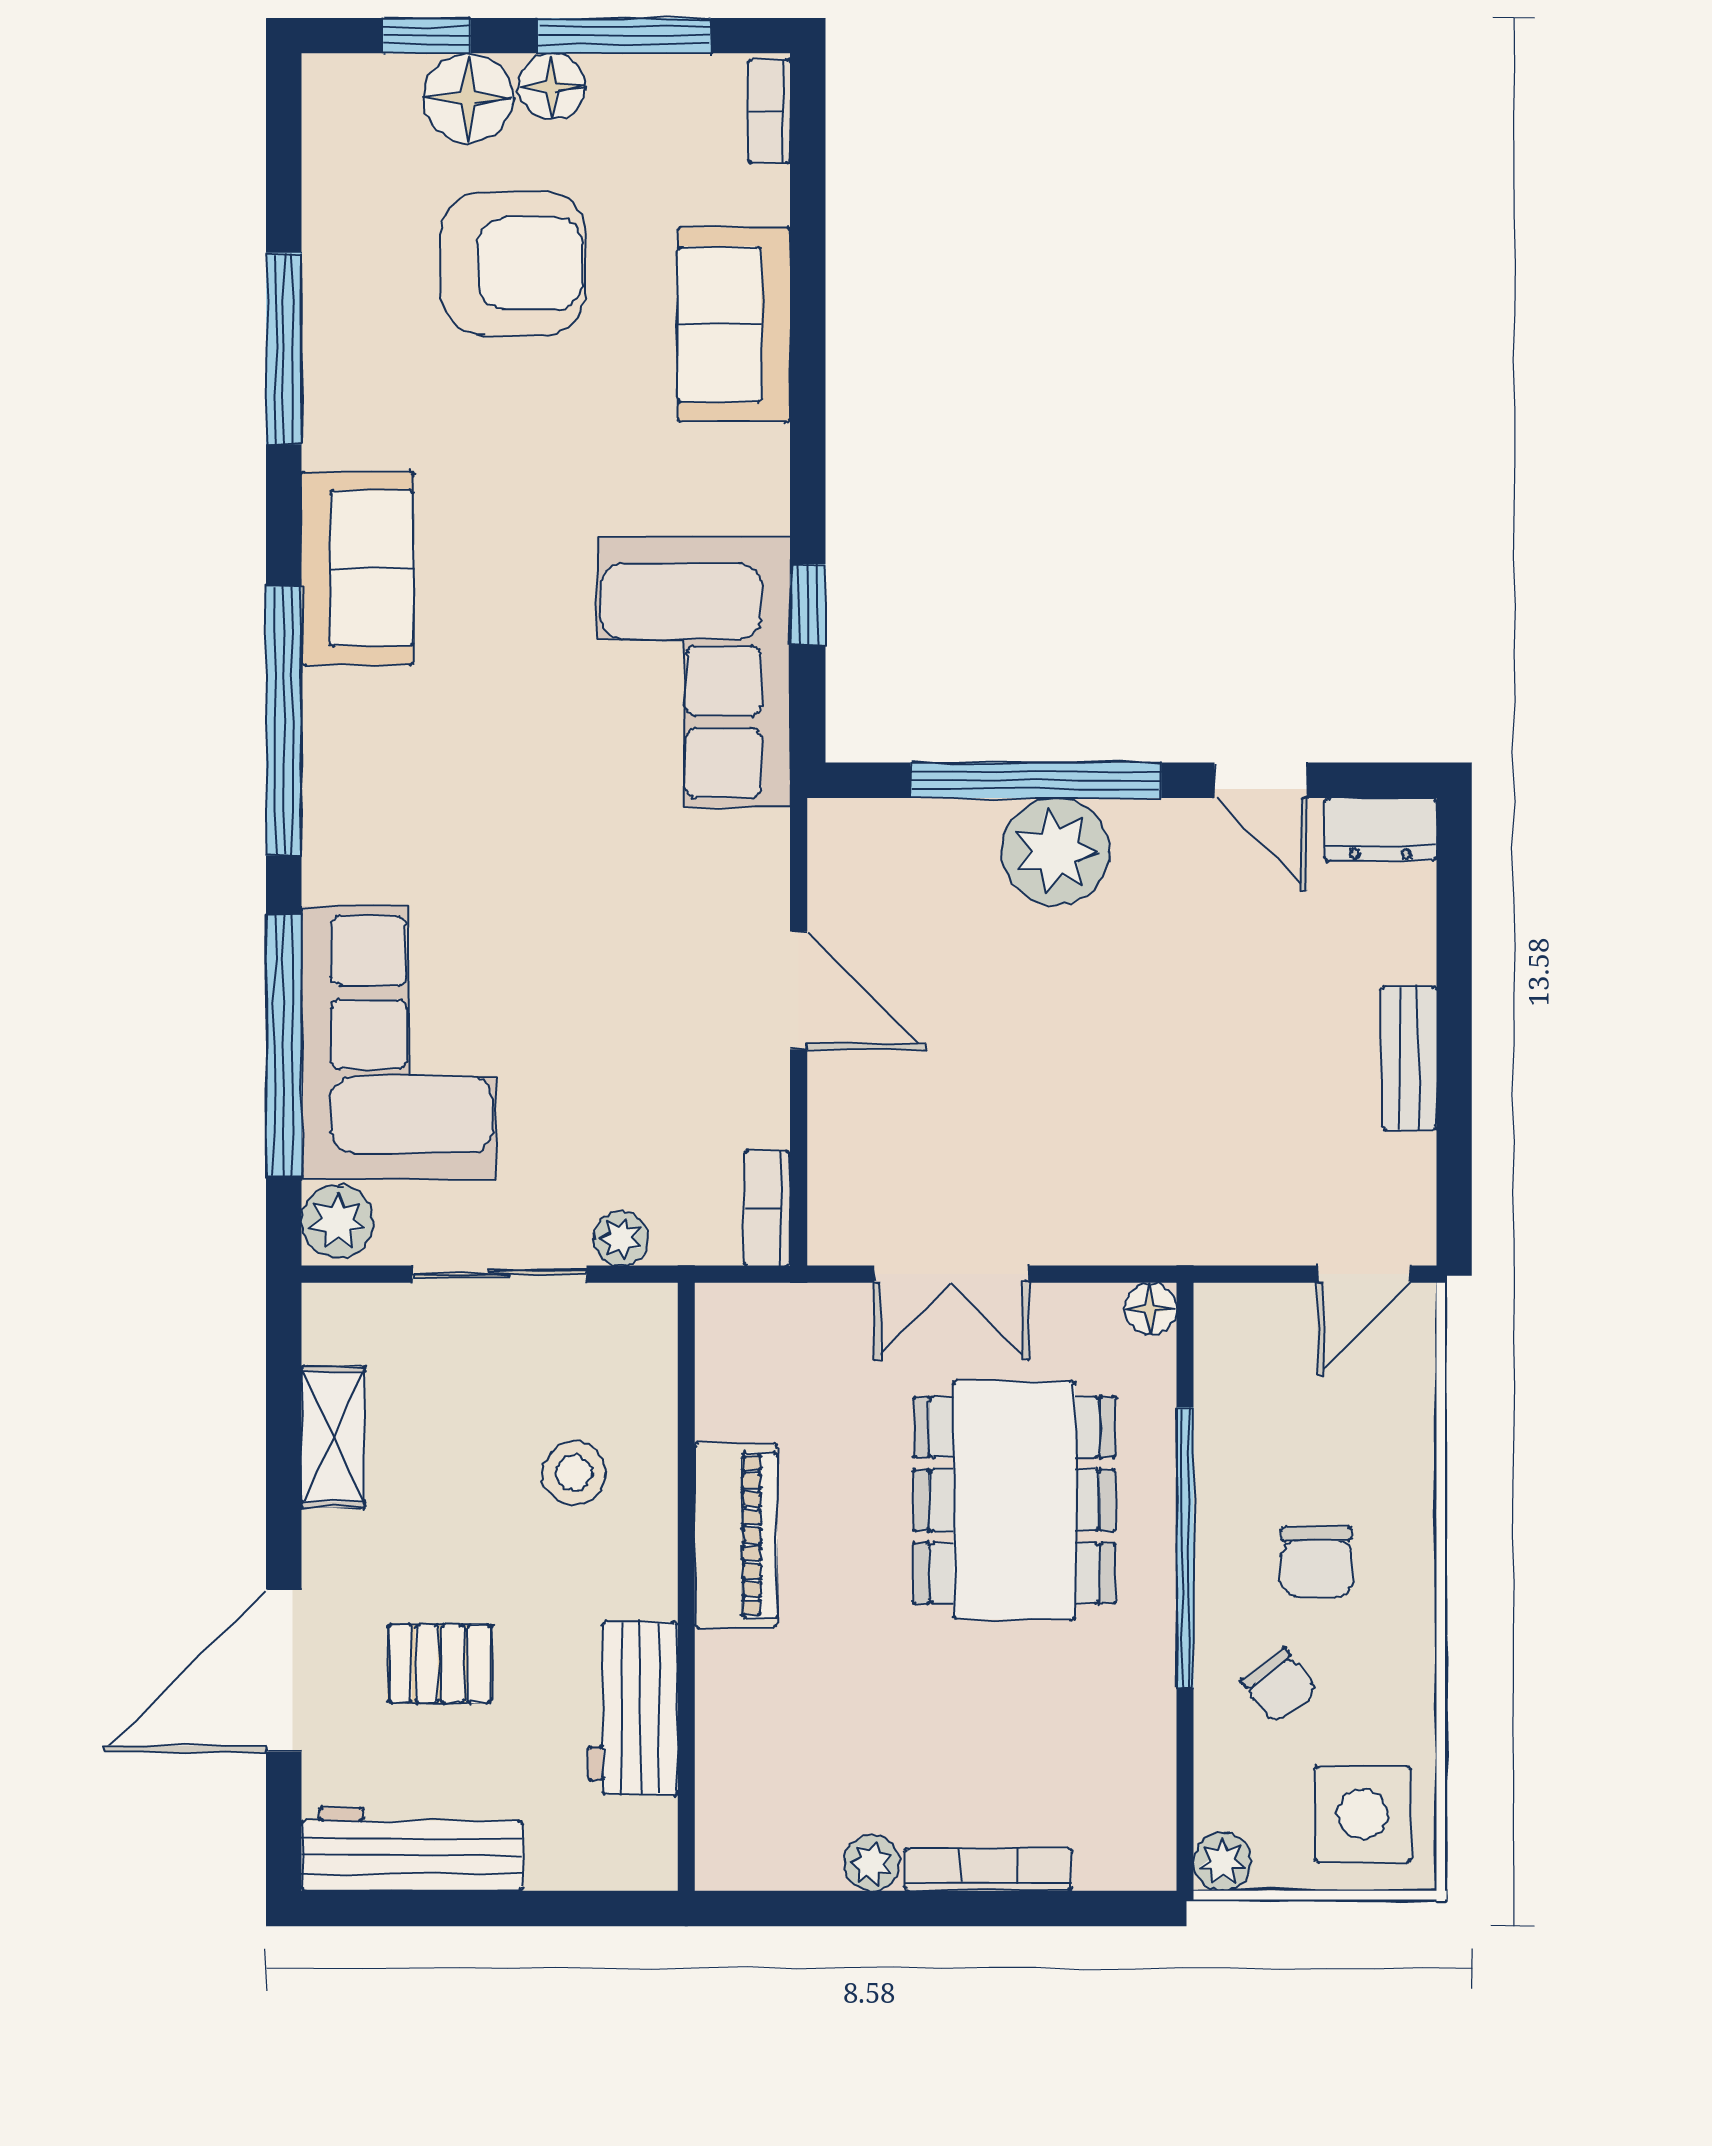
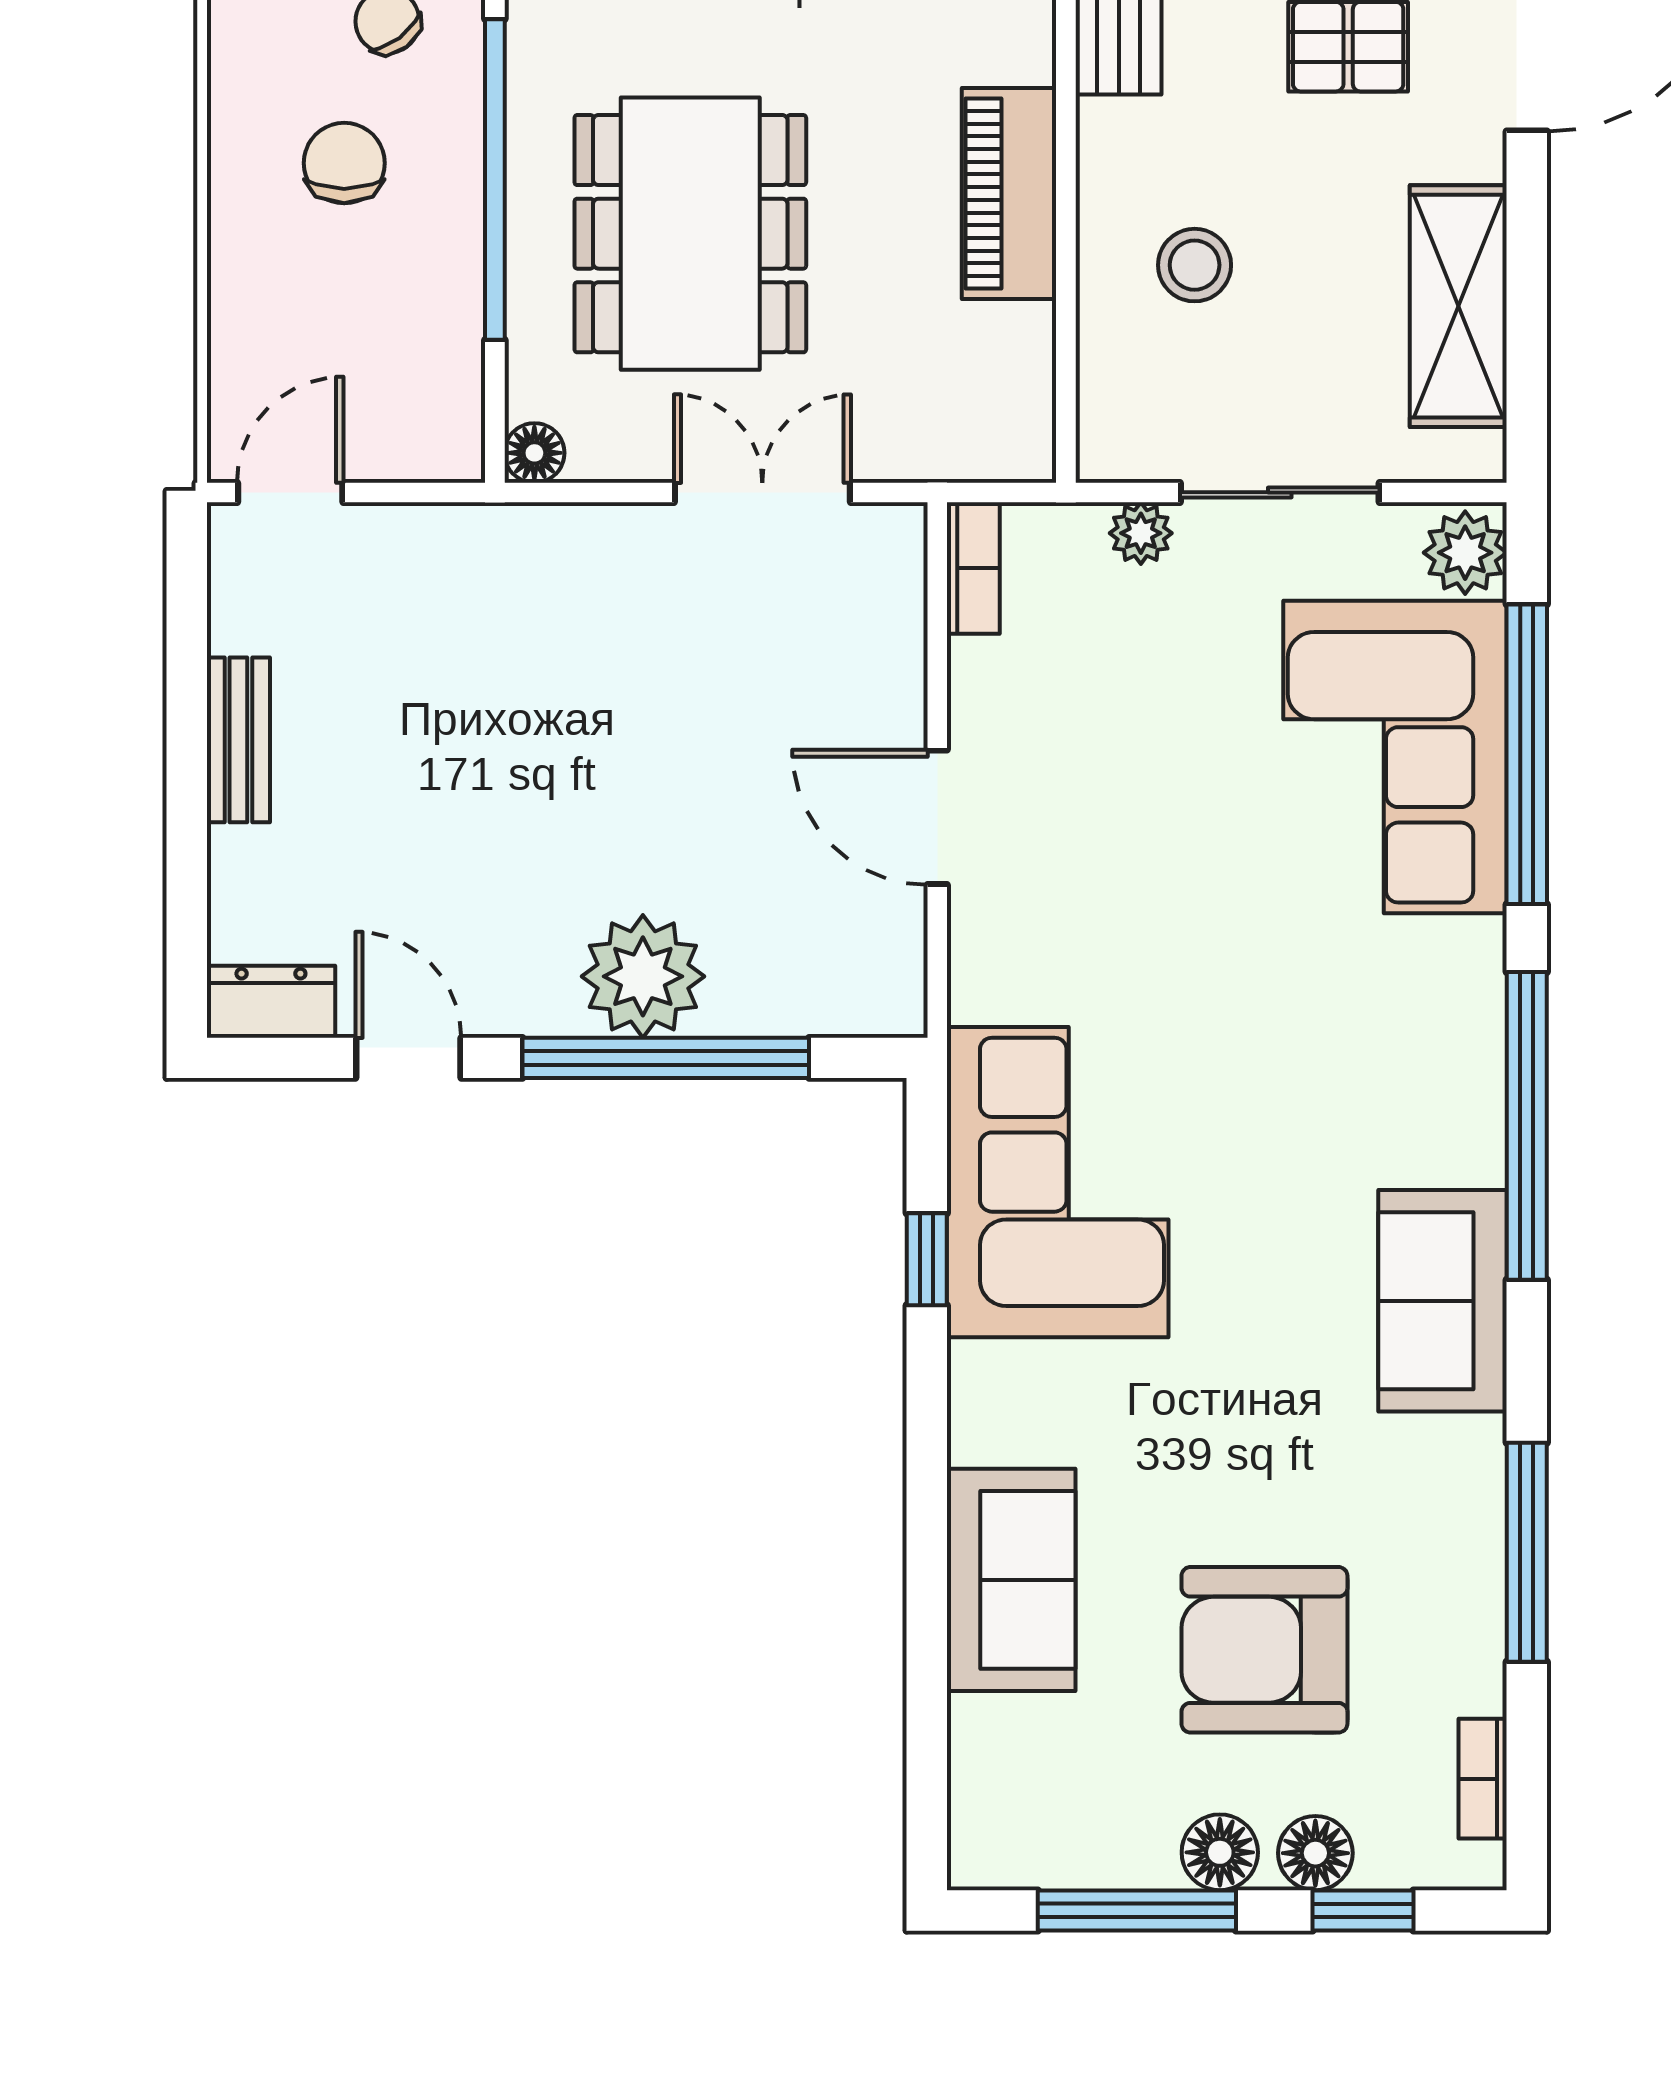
floor lamp: (468, 98) -> (1315, 1853), width x0.73, depth x0.73
bookcase: (769, 111) -> (1483, 1779), moved, turned 180
shelving: (333, 1437) -> (1458, 306), width x1.50, depth x1.33

